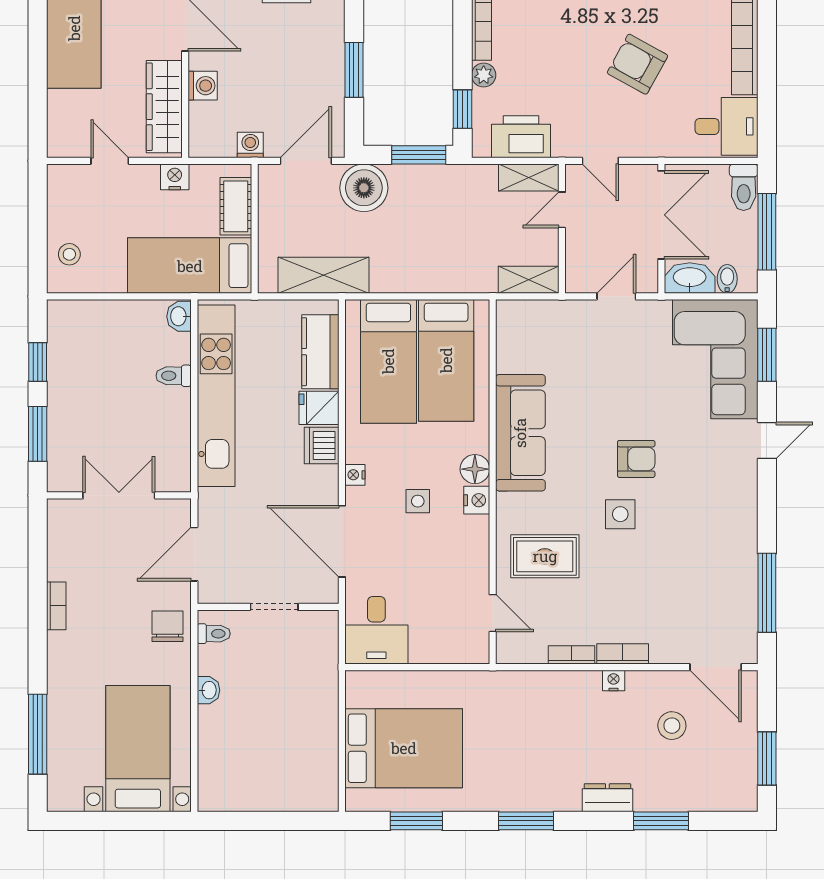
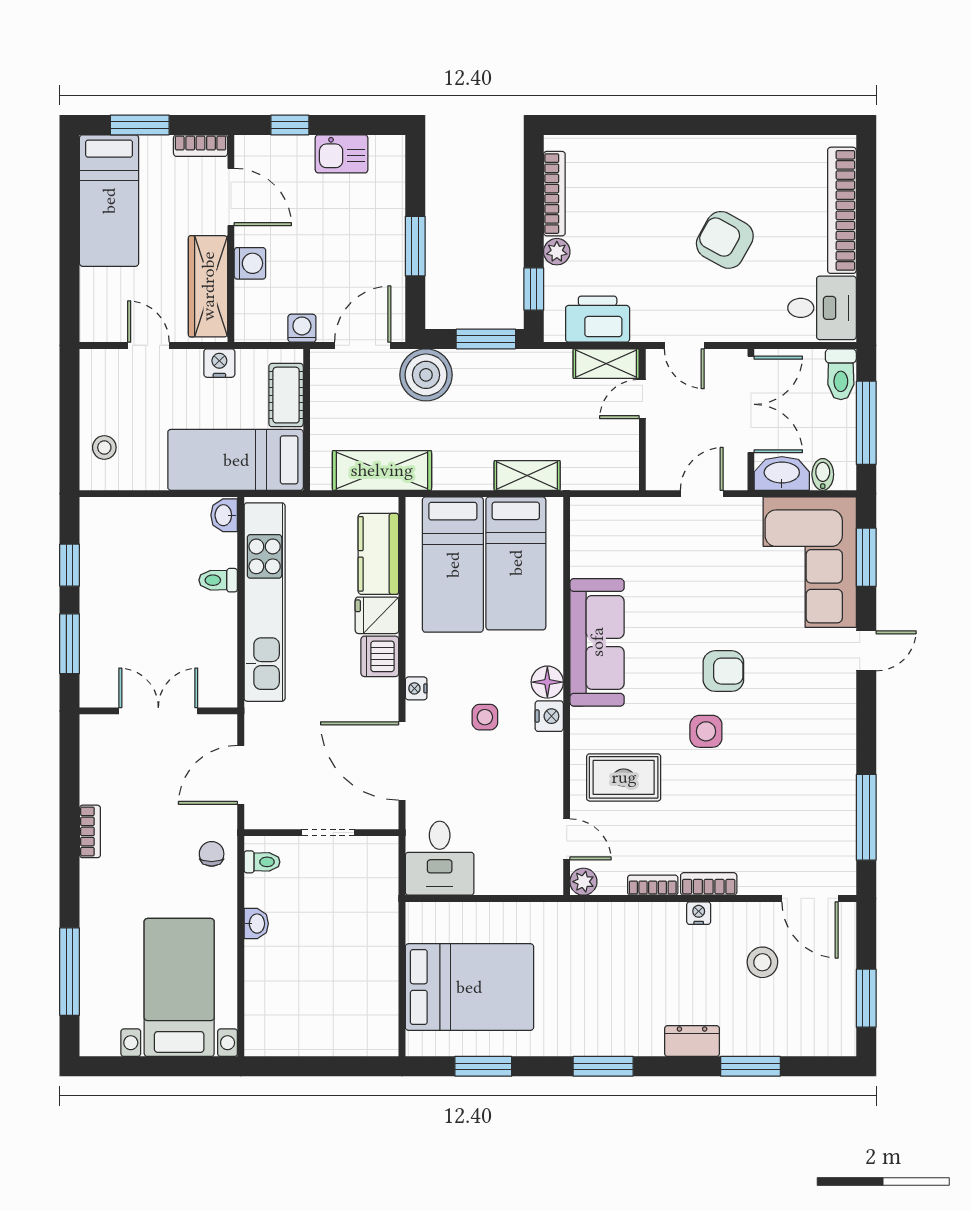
shelving: (529, 280) -> (527, 475), moved
chair: (168, 626) -> (212, 854), width x0.73, depth x0.73
plant: (508, 652) -> (583, 882), added

